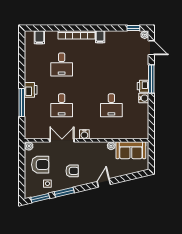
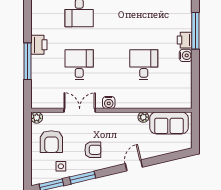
desk: (62, 105) -> (79, 65), turned 180
desk: (111, 105) -> (144, 65), turned 180
armchair: (40, 165) -> (51, 142), turned 90

